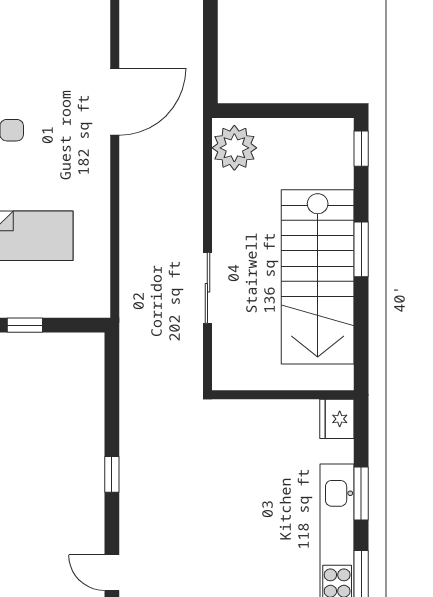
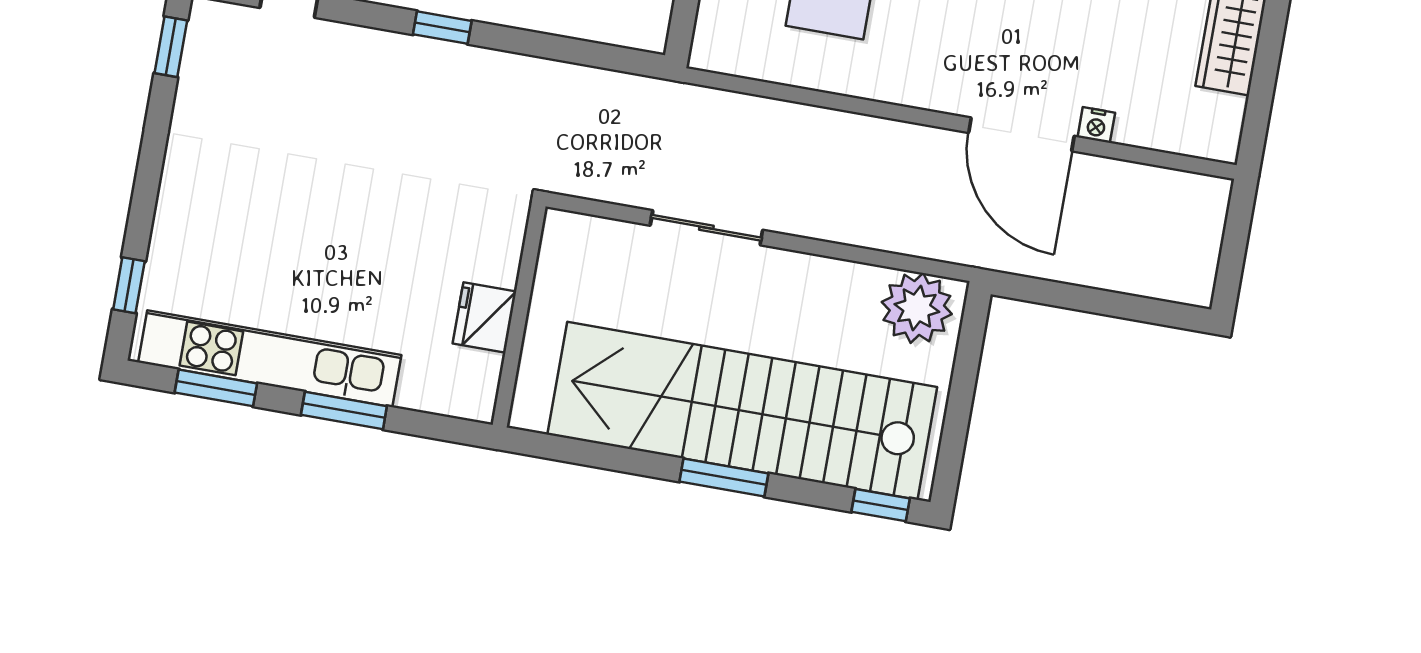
nightstand: (101, 56) -> (1096, 125), added
stairs: (318, 277) -> (742, 411), width x1.36
fridge: (337, 419) -> (485, 317), moved, turned -90

